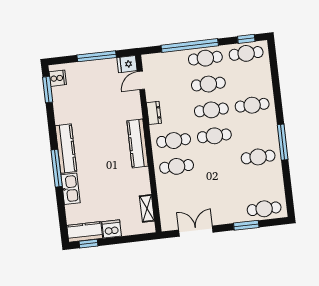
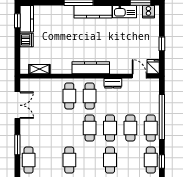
window: (97, 56) -> (162, 44), width x0.46
kitchen sink: (71, 189) -> (125, 12), moved

